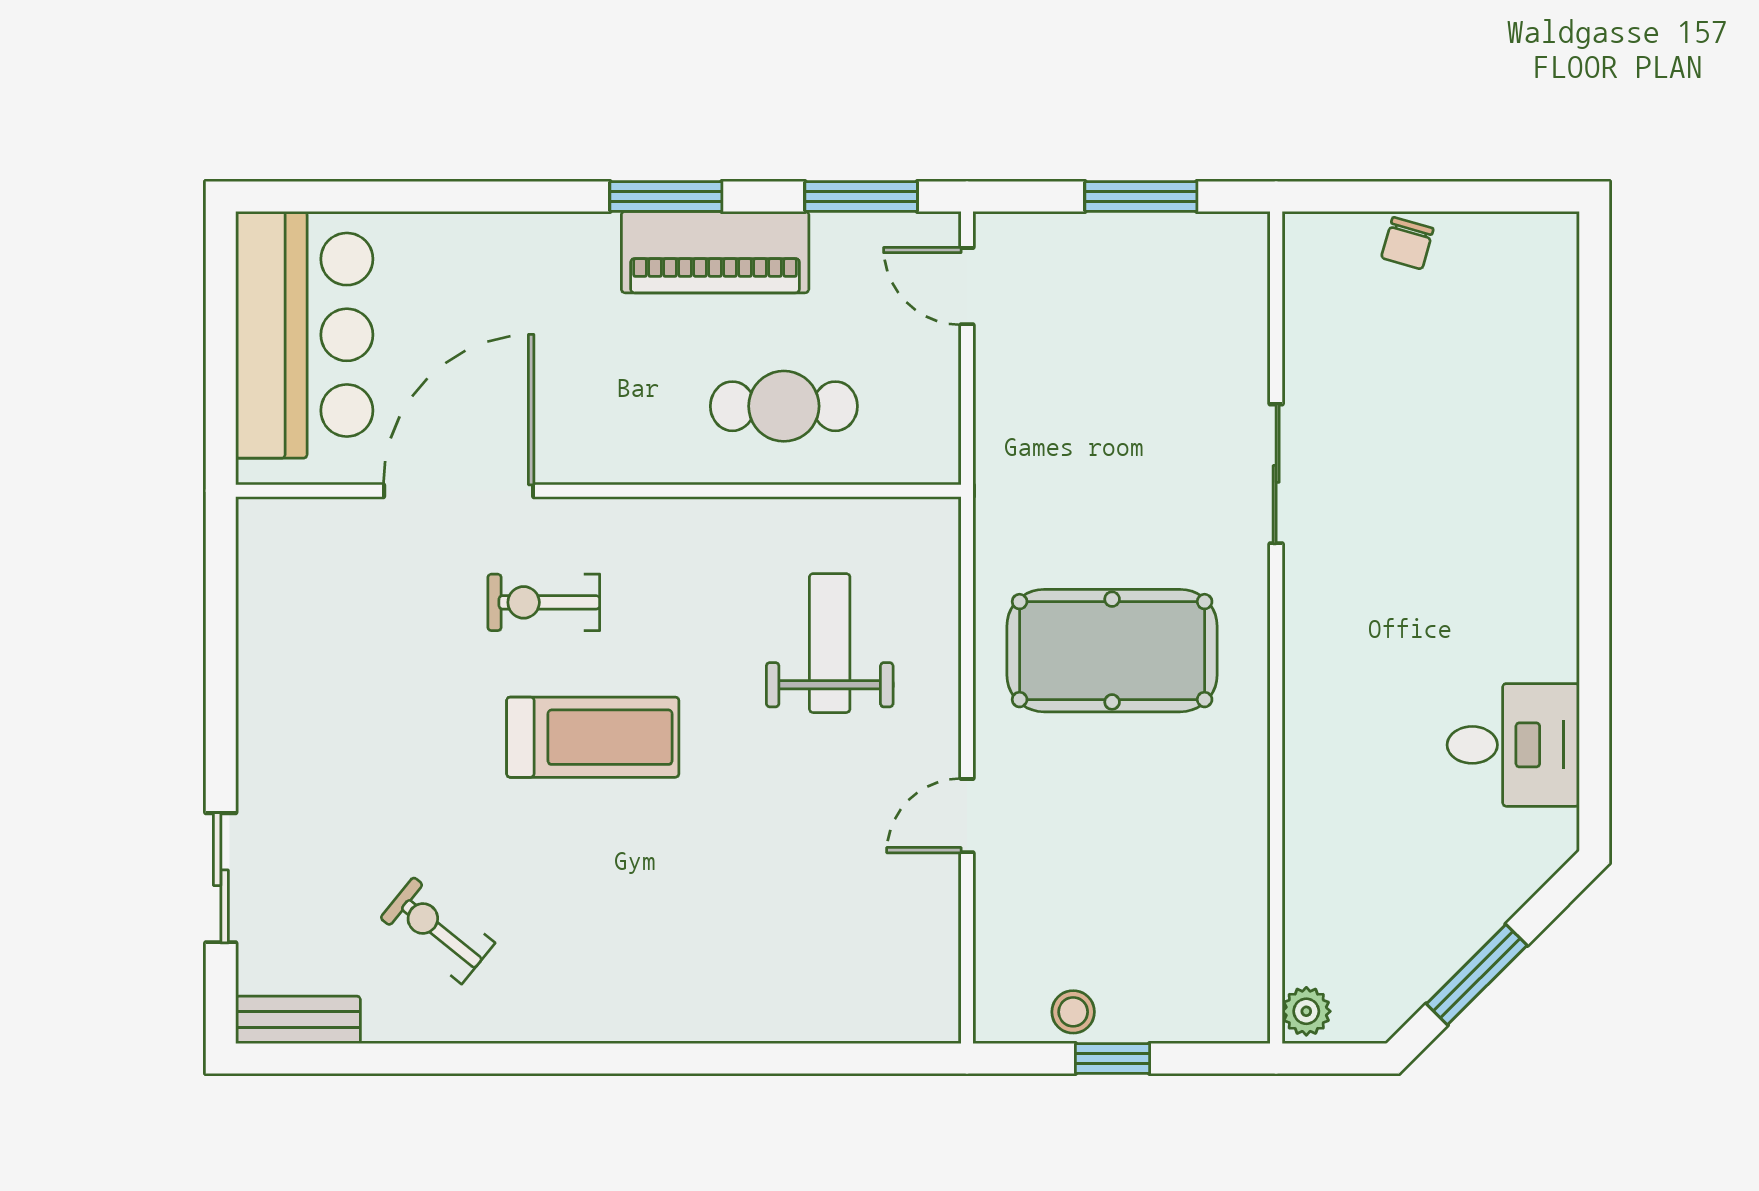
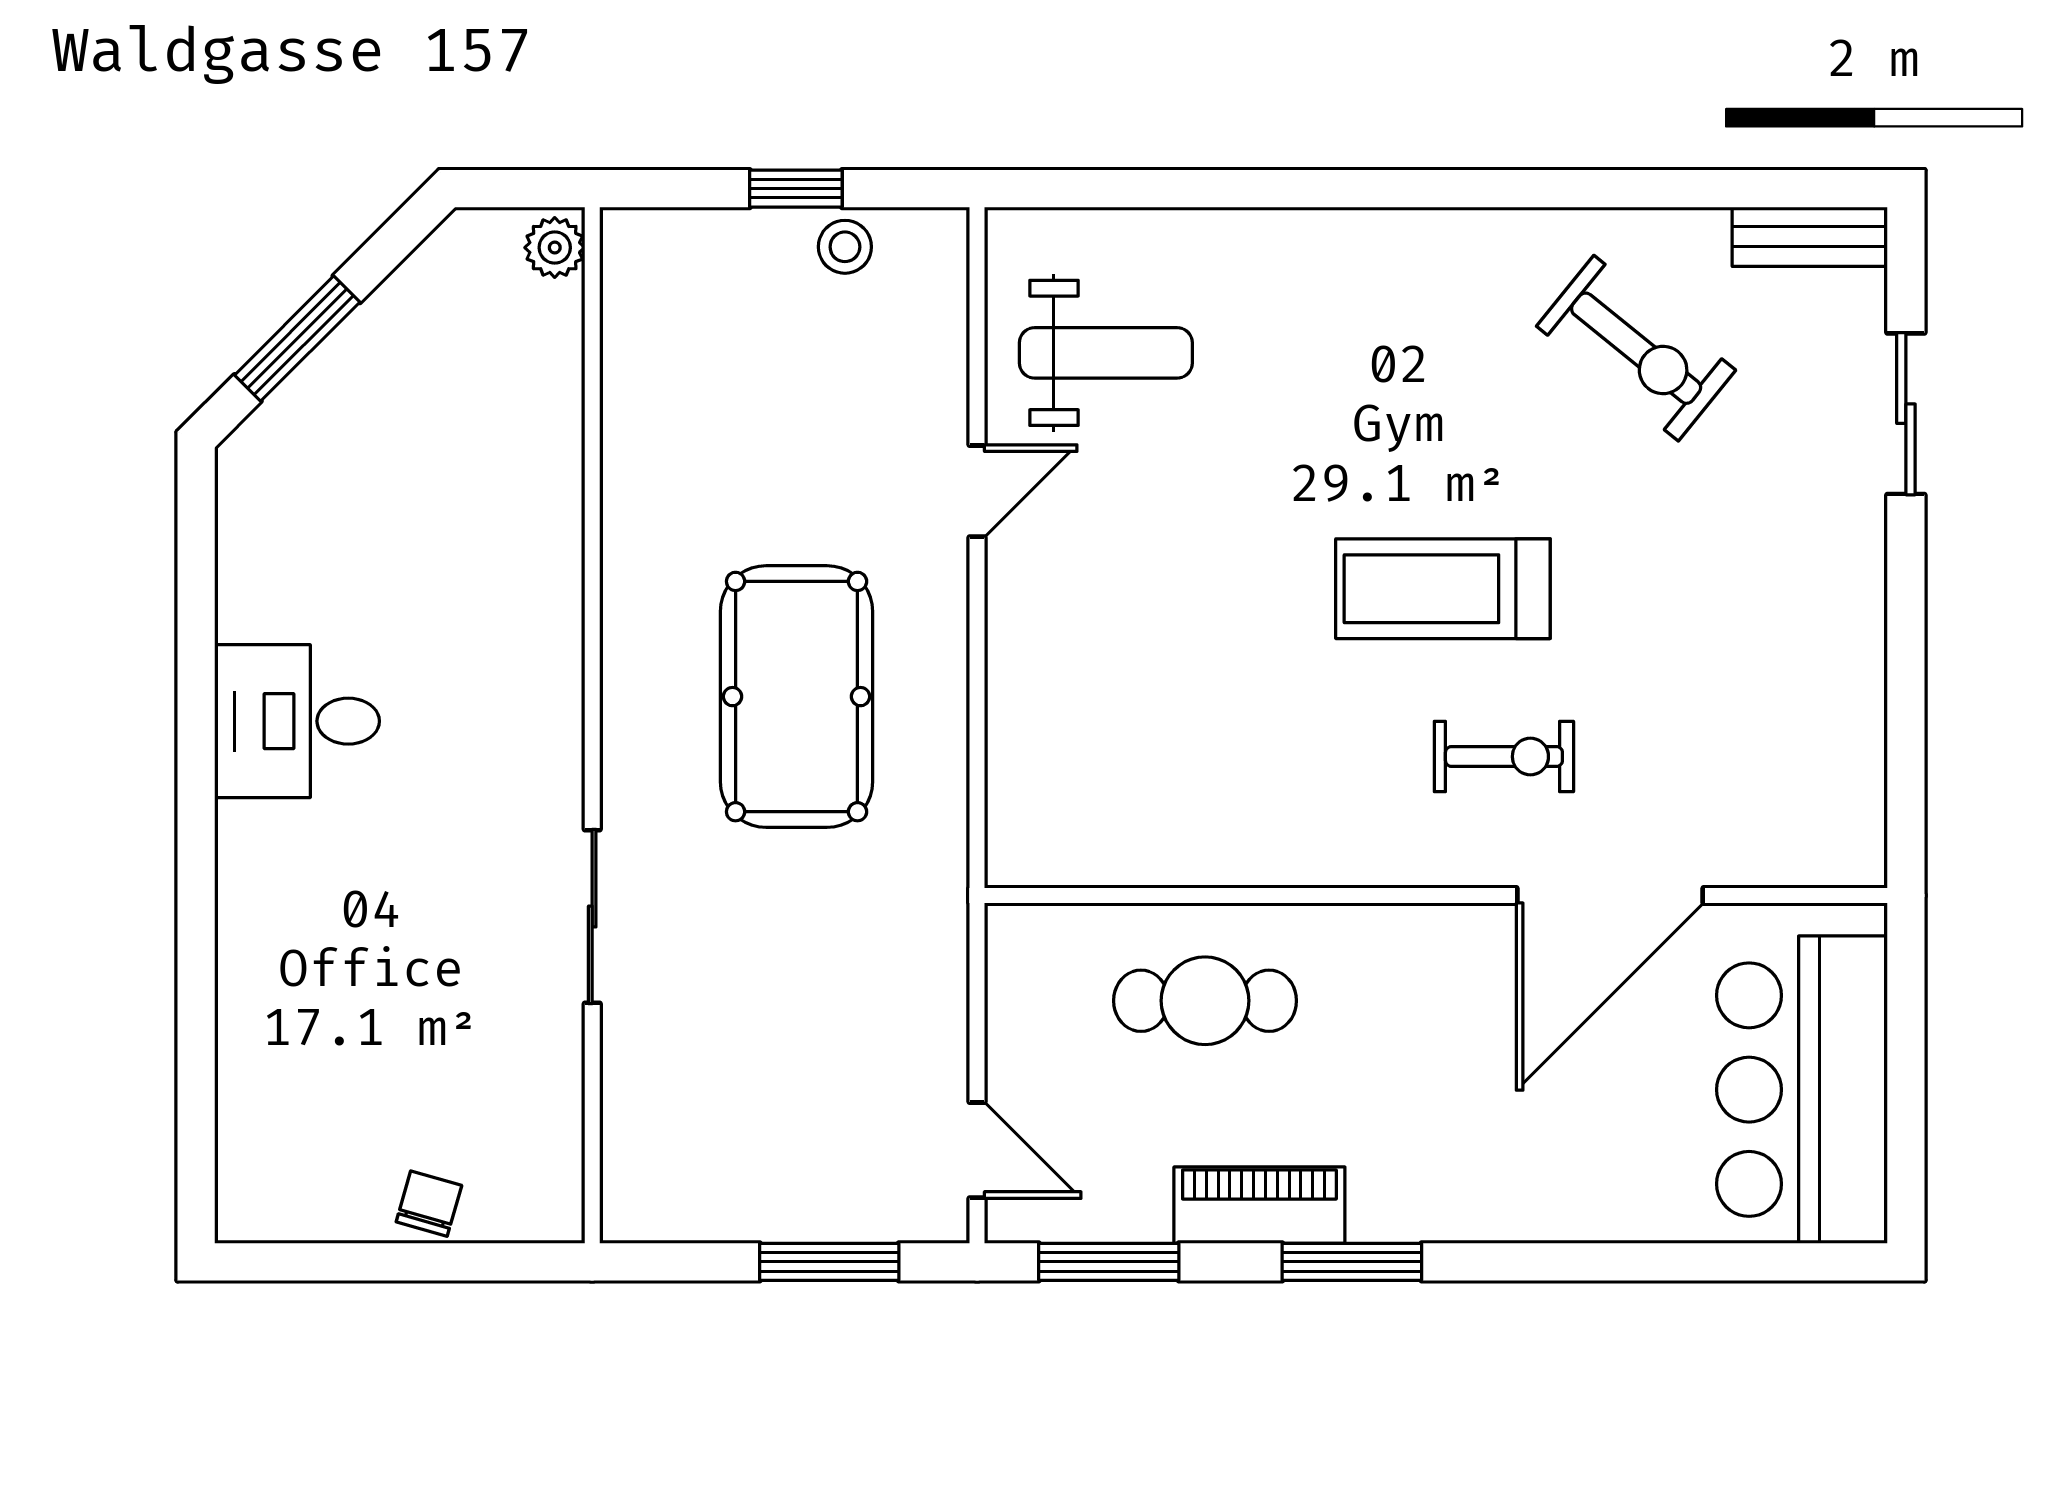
window: (1141, 196) -> (829, 1262), moved
piano: (715, 252) -> (1259, 1205), width x0.73, depth x0.75
weight bench: (830, 643) -> (1106, 353), moved, turned -90
pool table: (1112, 651) -> (797, 697), turned 90
desk: (1513, 745) -> (297, 721), moved
exercise bike: (438, 930) -> (1636, 348), width x1.38, depth x1.39
window: (1477, 975) -> (297, 339), moved

